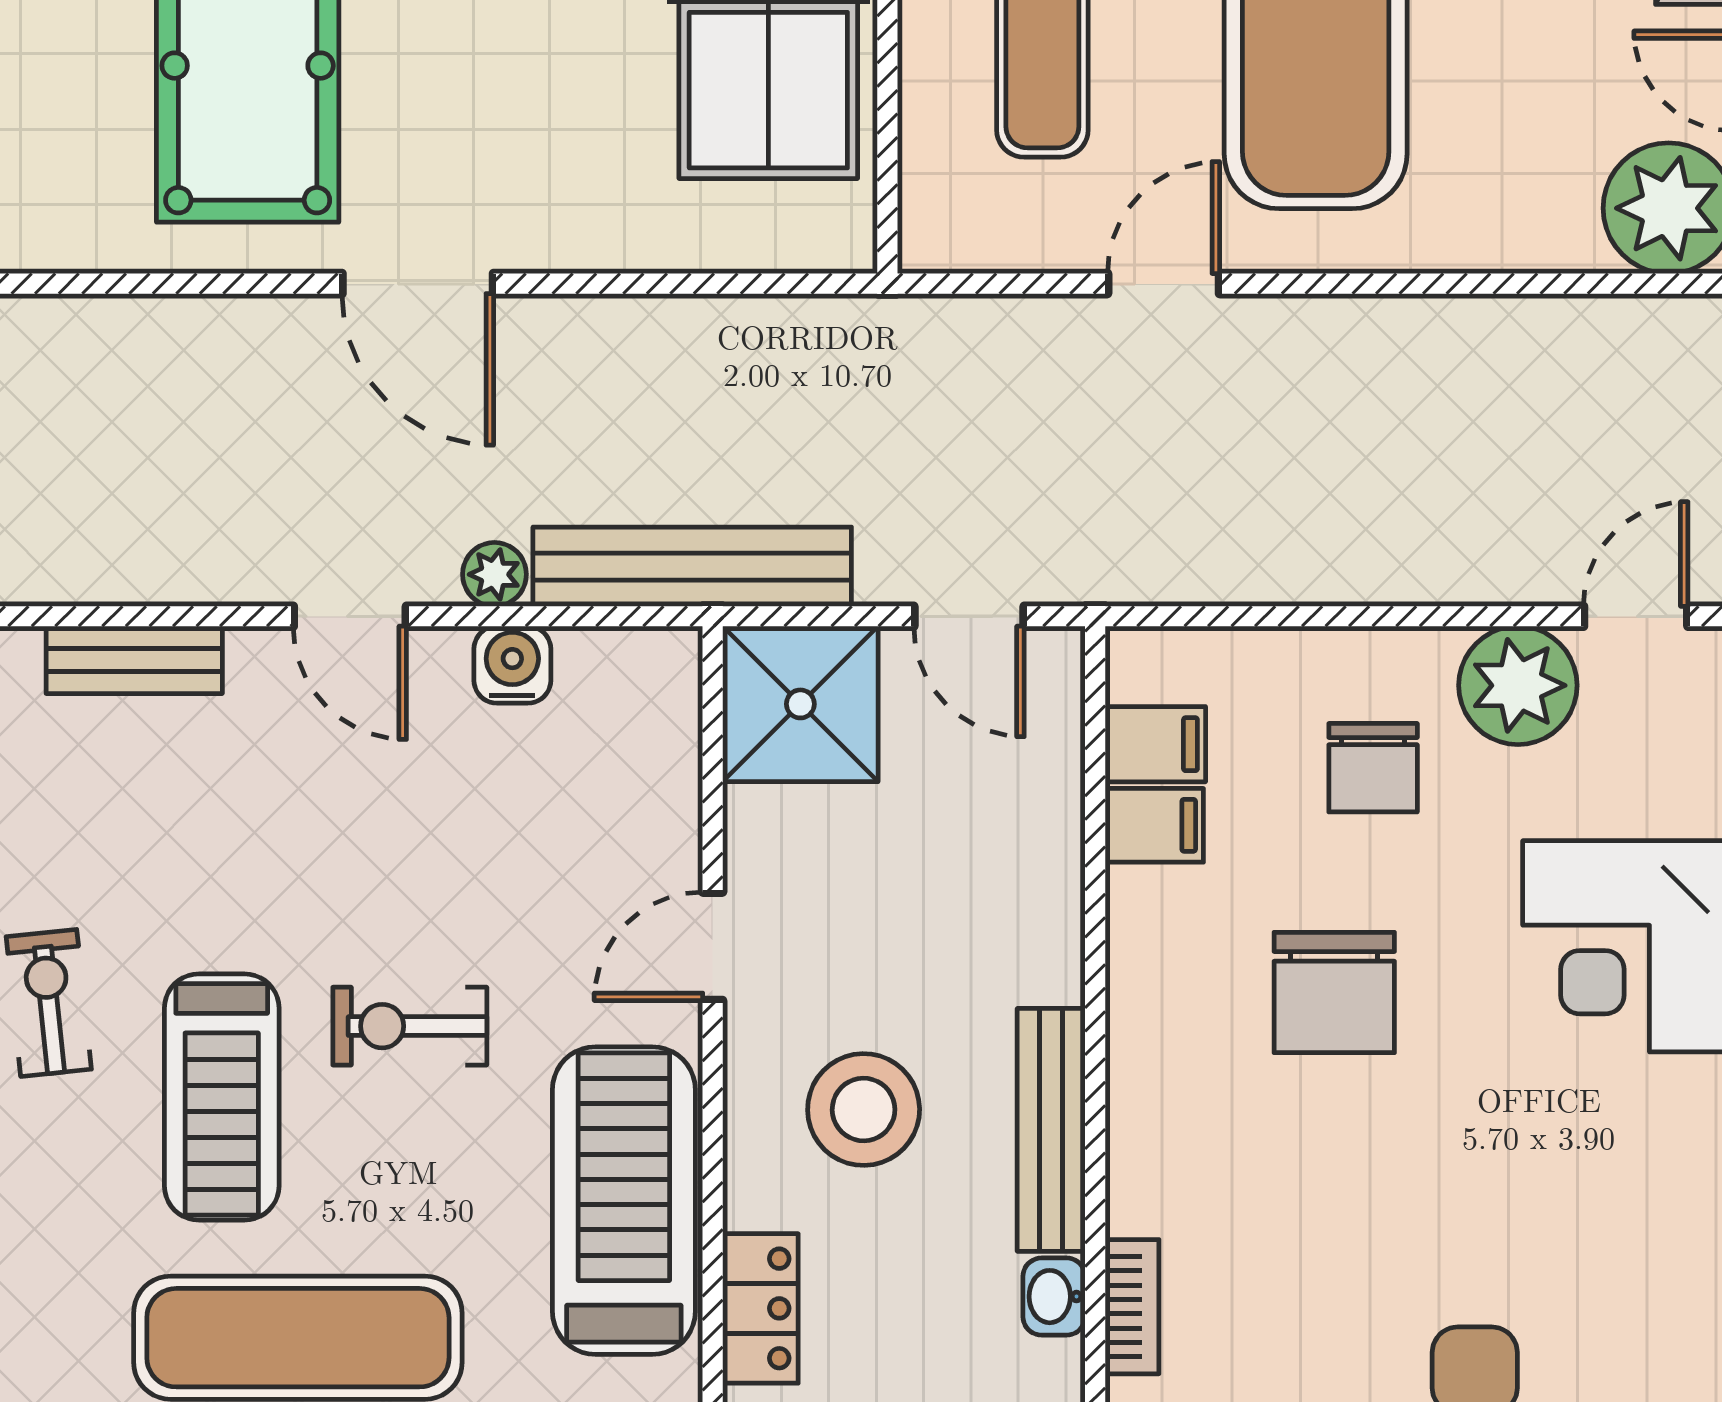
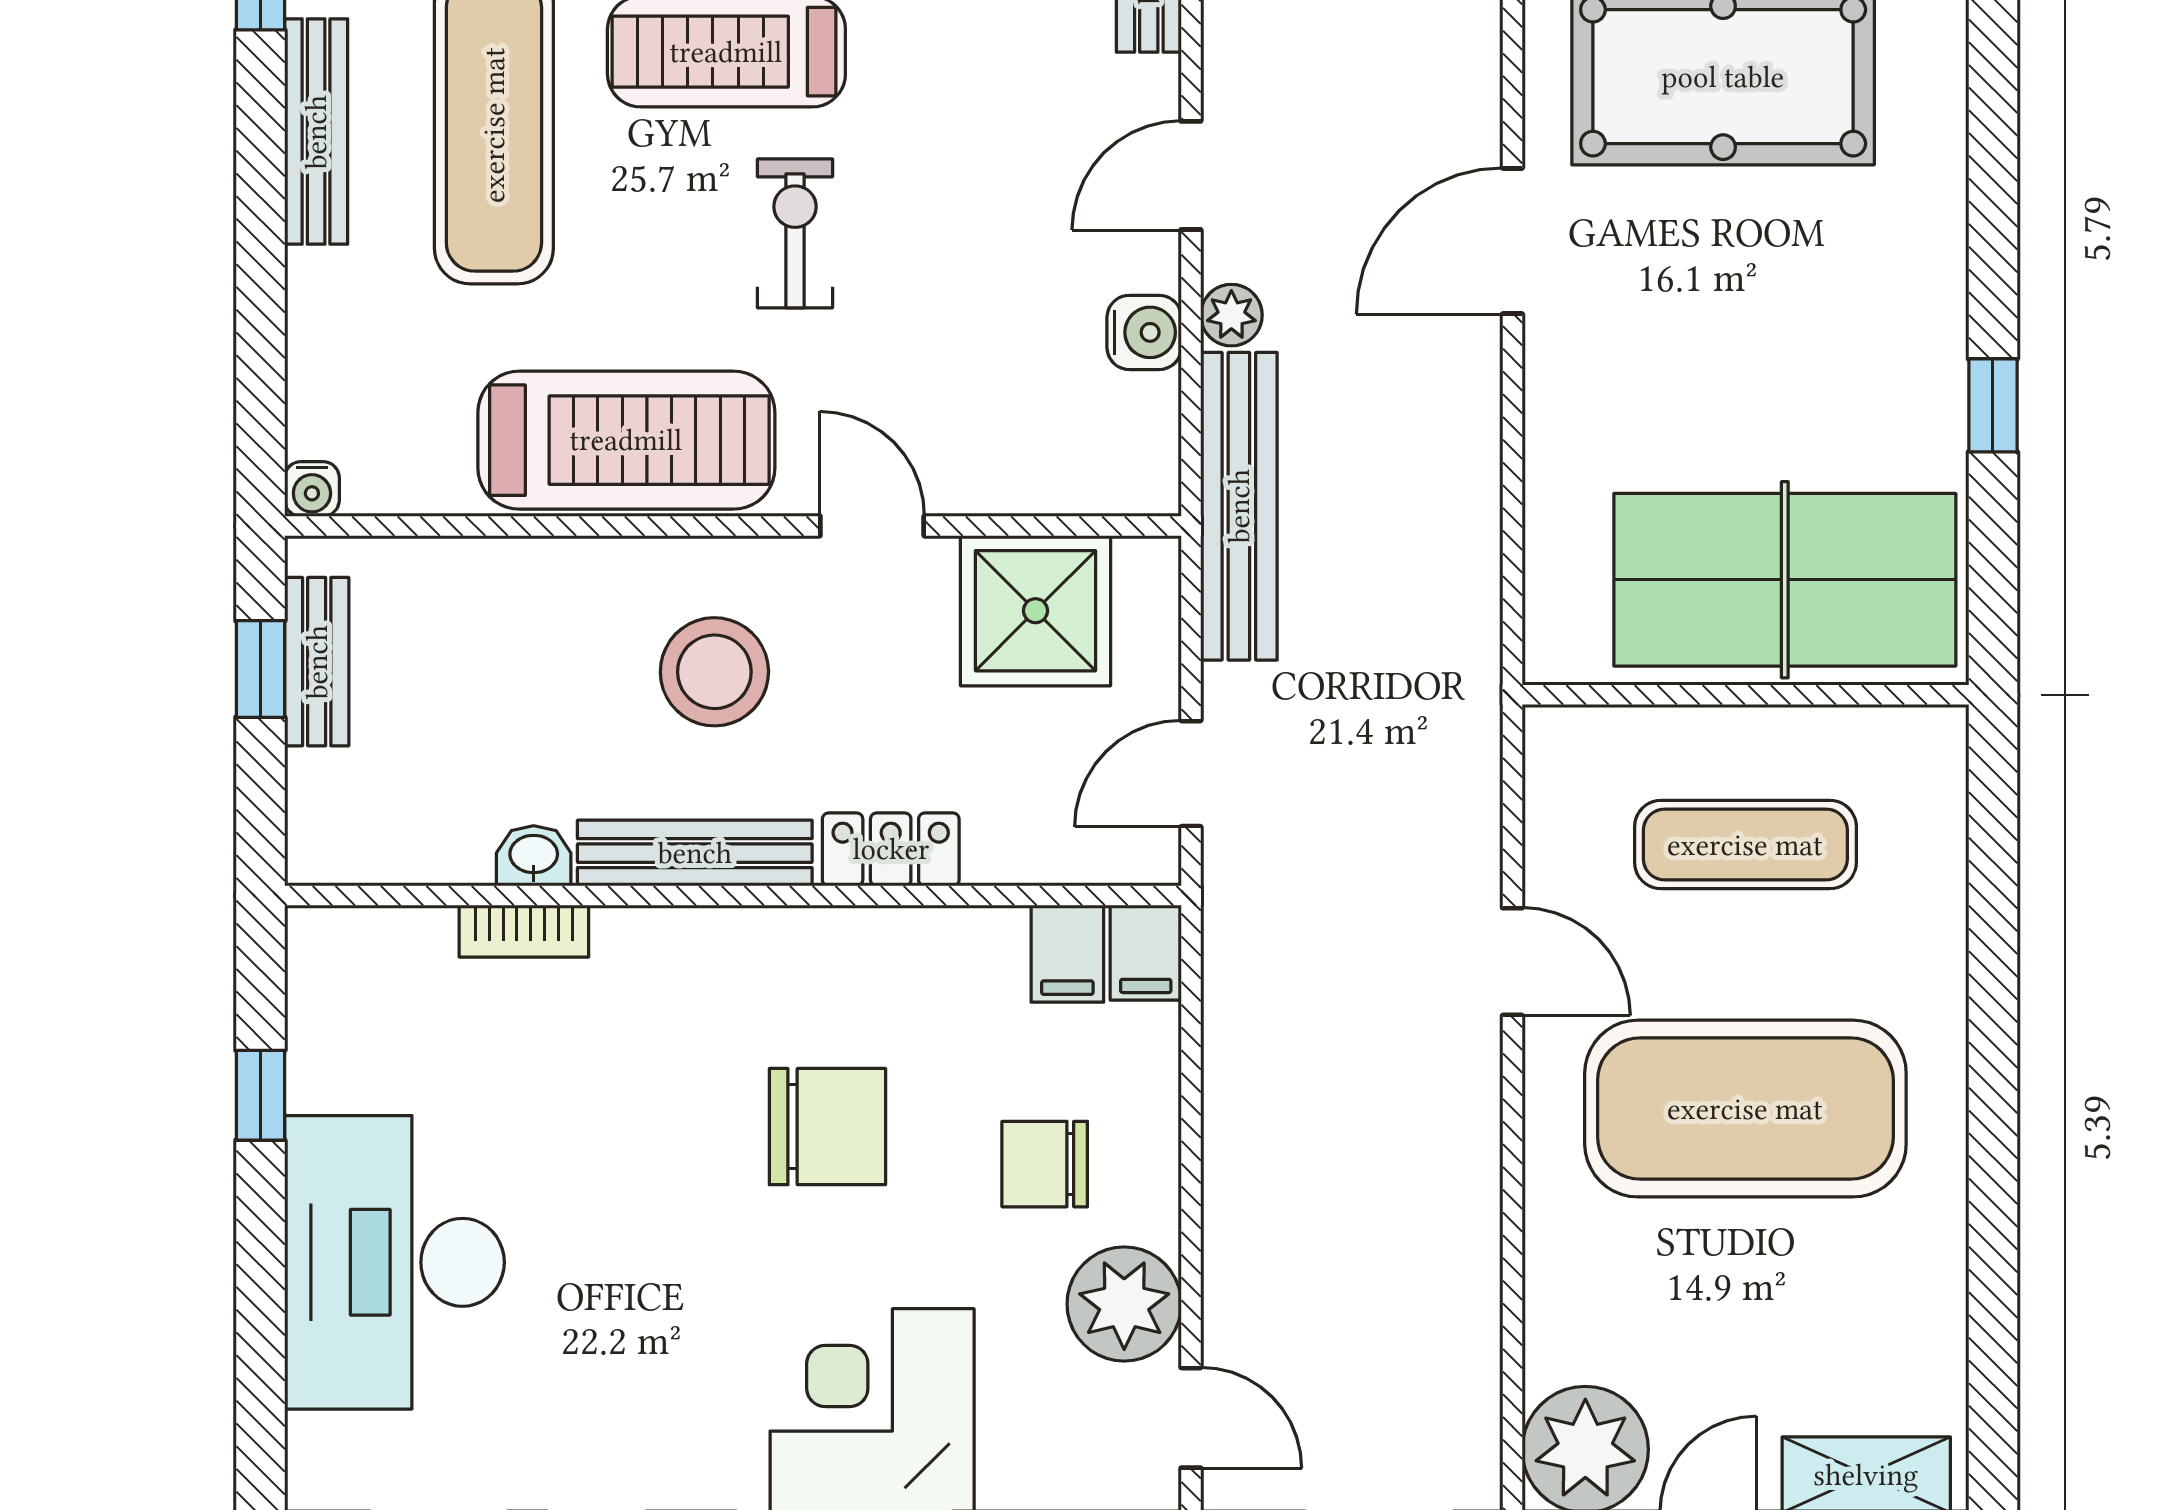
shower: (800, 704) -> (1035, 611), moved
filing cabinet: (1154, 825) -> (1146, 953), moved
chair: (1334, 993) -> (827, 1127), turned 180
locker: (760, 1308) -> (891, 849), moved, turned 180

